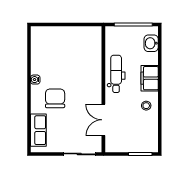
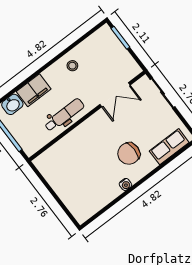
dental chair: (116, 74) -> (64, 115), turned 180
filing cabinet: (150, 78) -> (34, 90), moved

